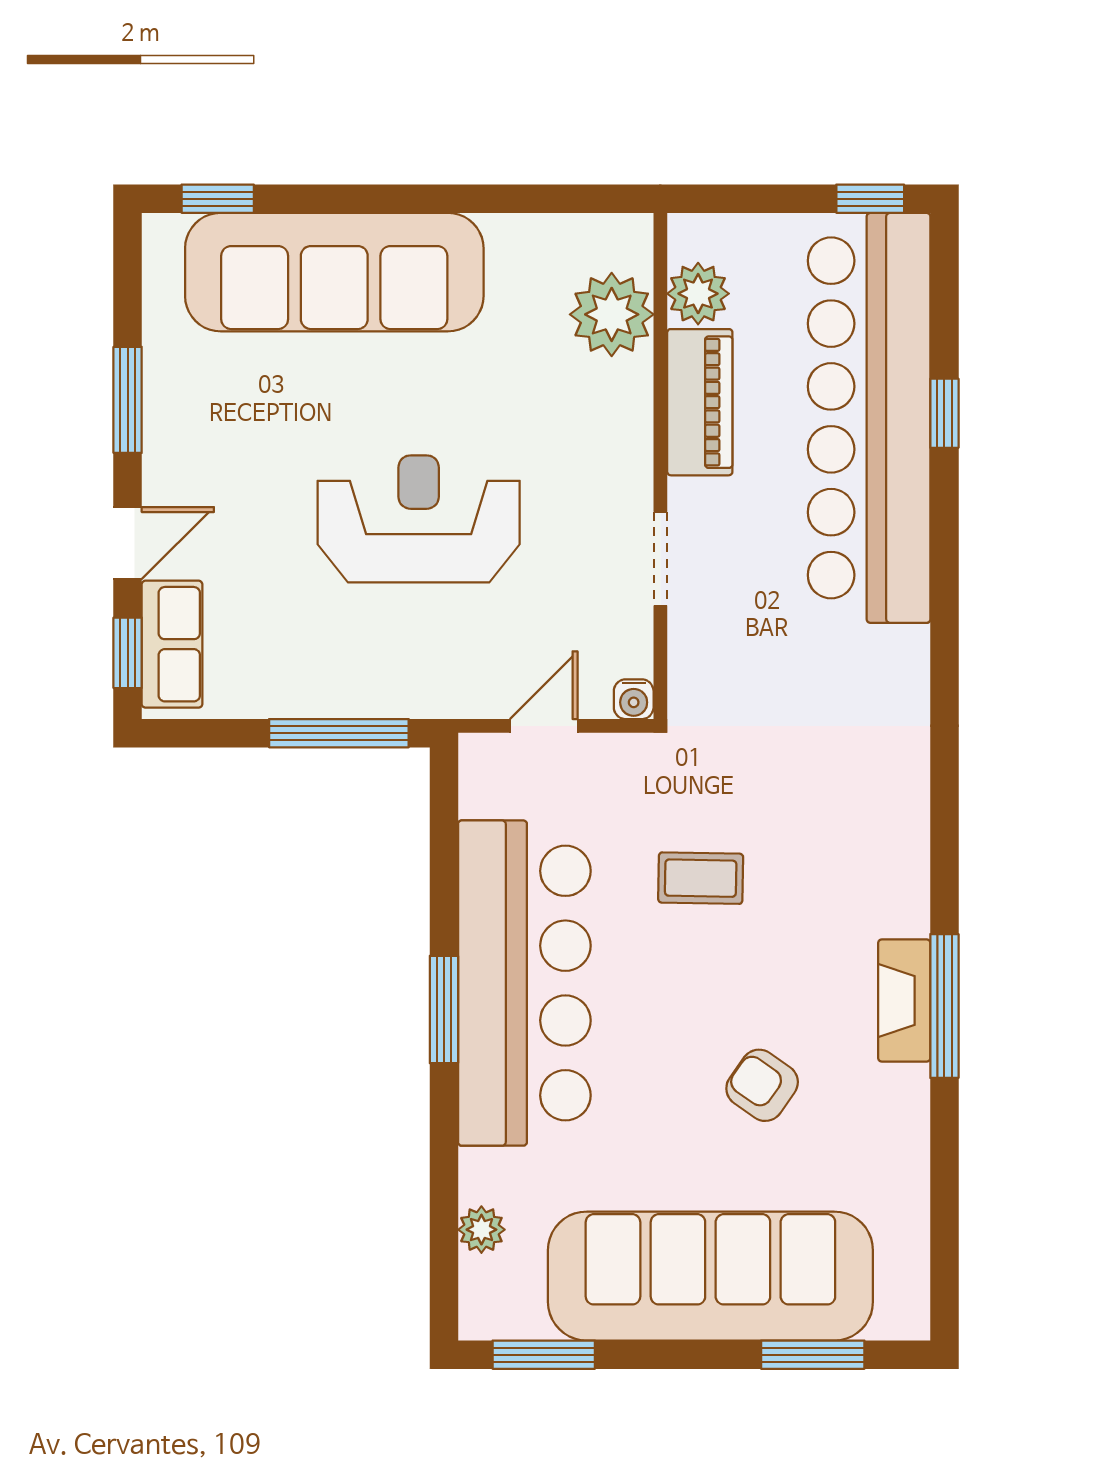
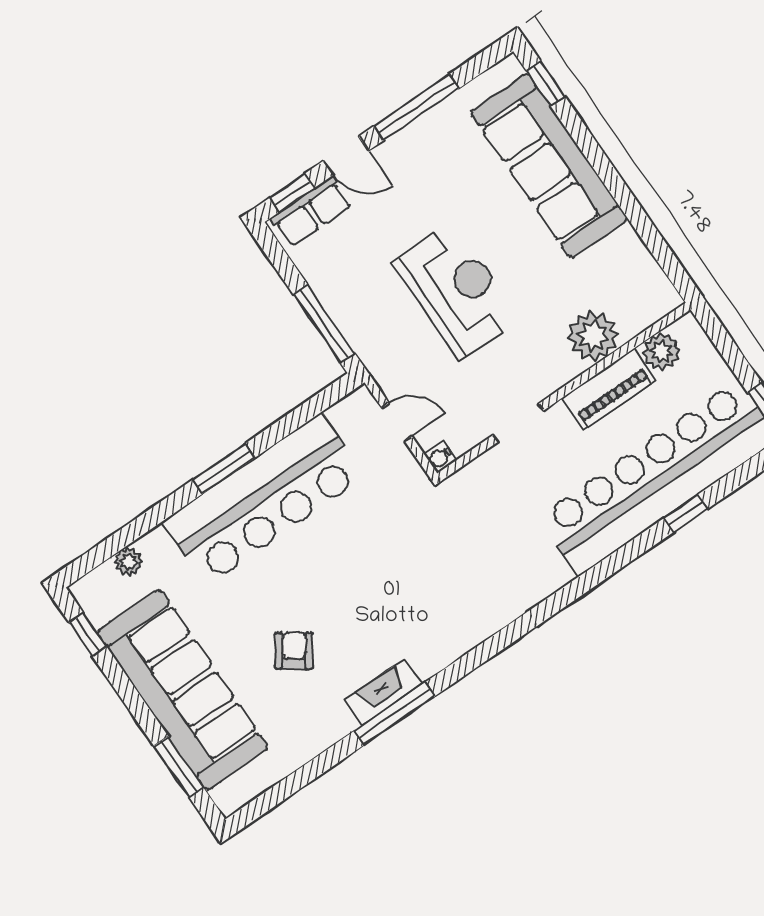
plant: (612, 314) -> (593, 336), moved
window: (128, 400) -> (416, 107), width x1.44
coffee table: (701, 878) -> (375, 551), removed
window: (544, 1355) -> (88, 634), width x0.67

